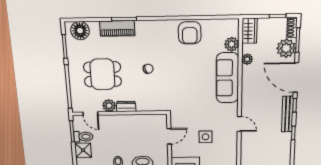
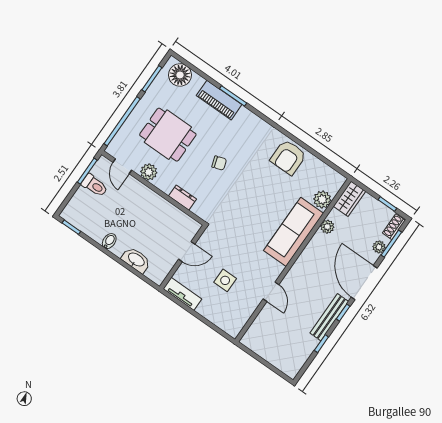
plant: (286, 48) -> (379, 247), width x0.53, depth x0.53
dresser: (126, 106) -> (182, 198), moved
shower: (83, 150) -> (82, 200), removed

